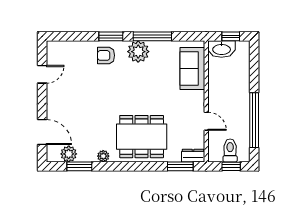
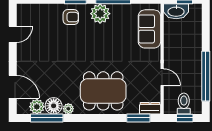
armchair: (106, 55) -> (71, 17), turned 180
floor lamp: (87, 153) -> (54, 106), added
window: (79, 166) -> (47, 118), width x1.44

